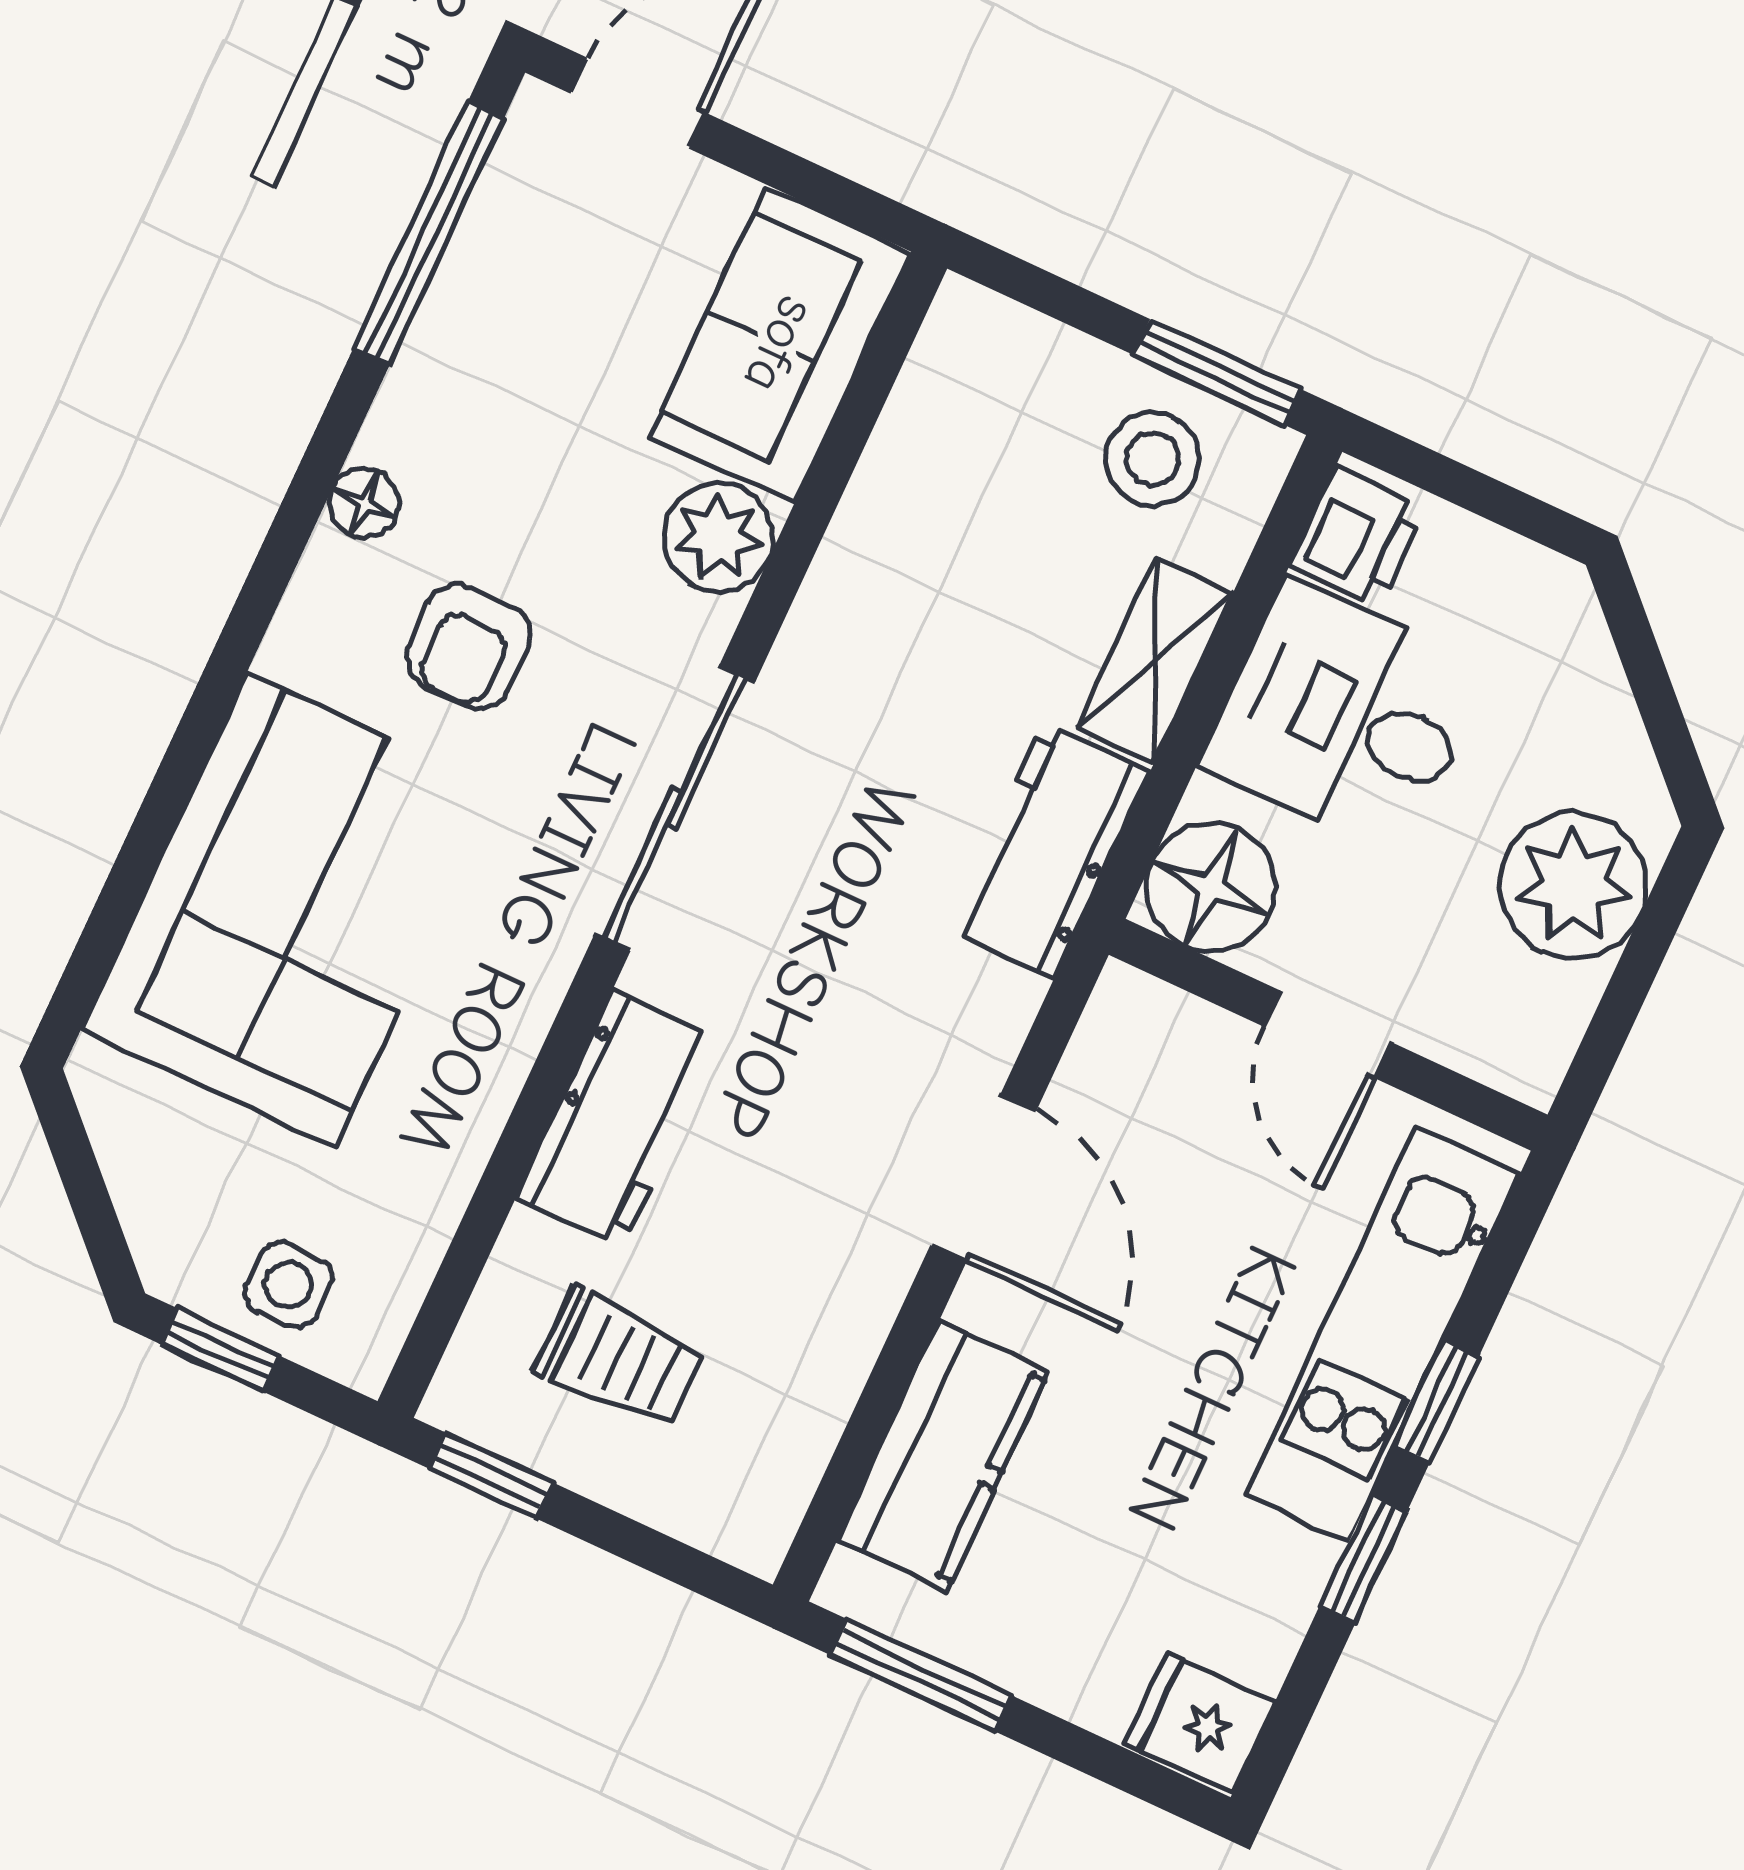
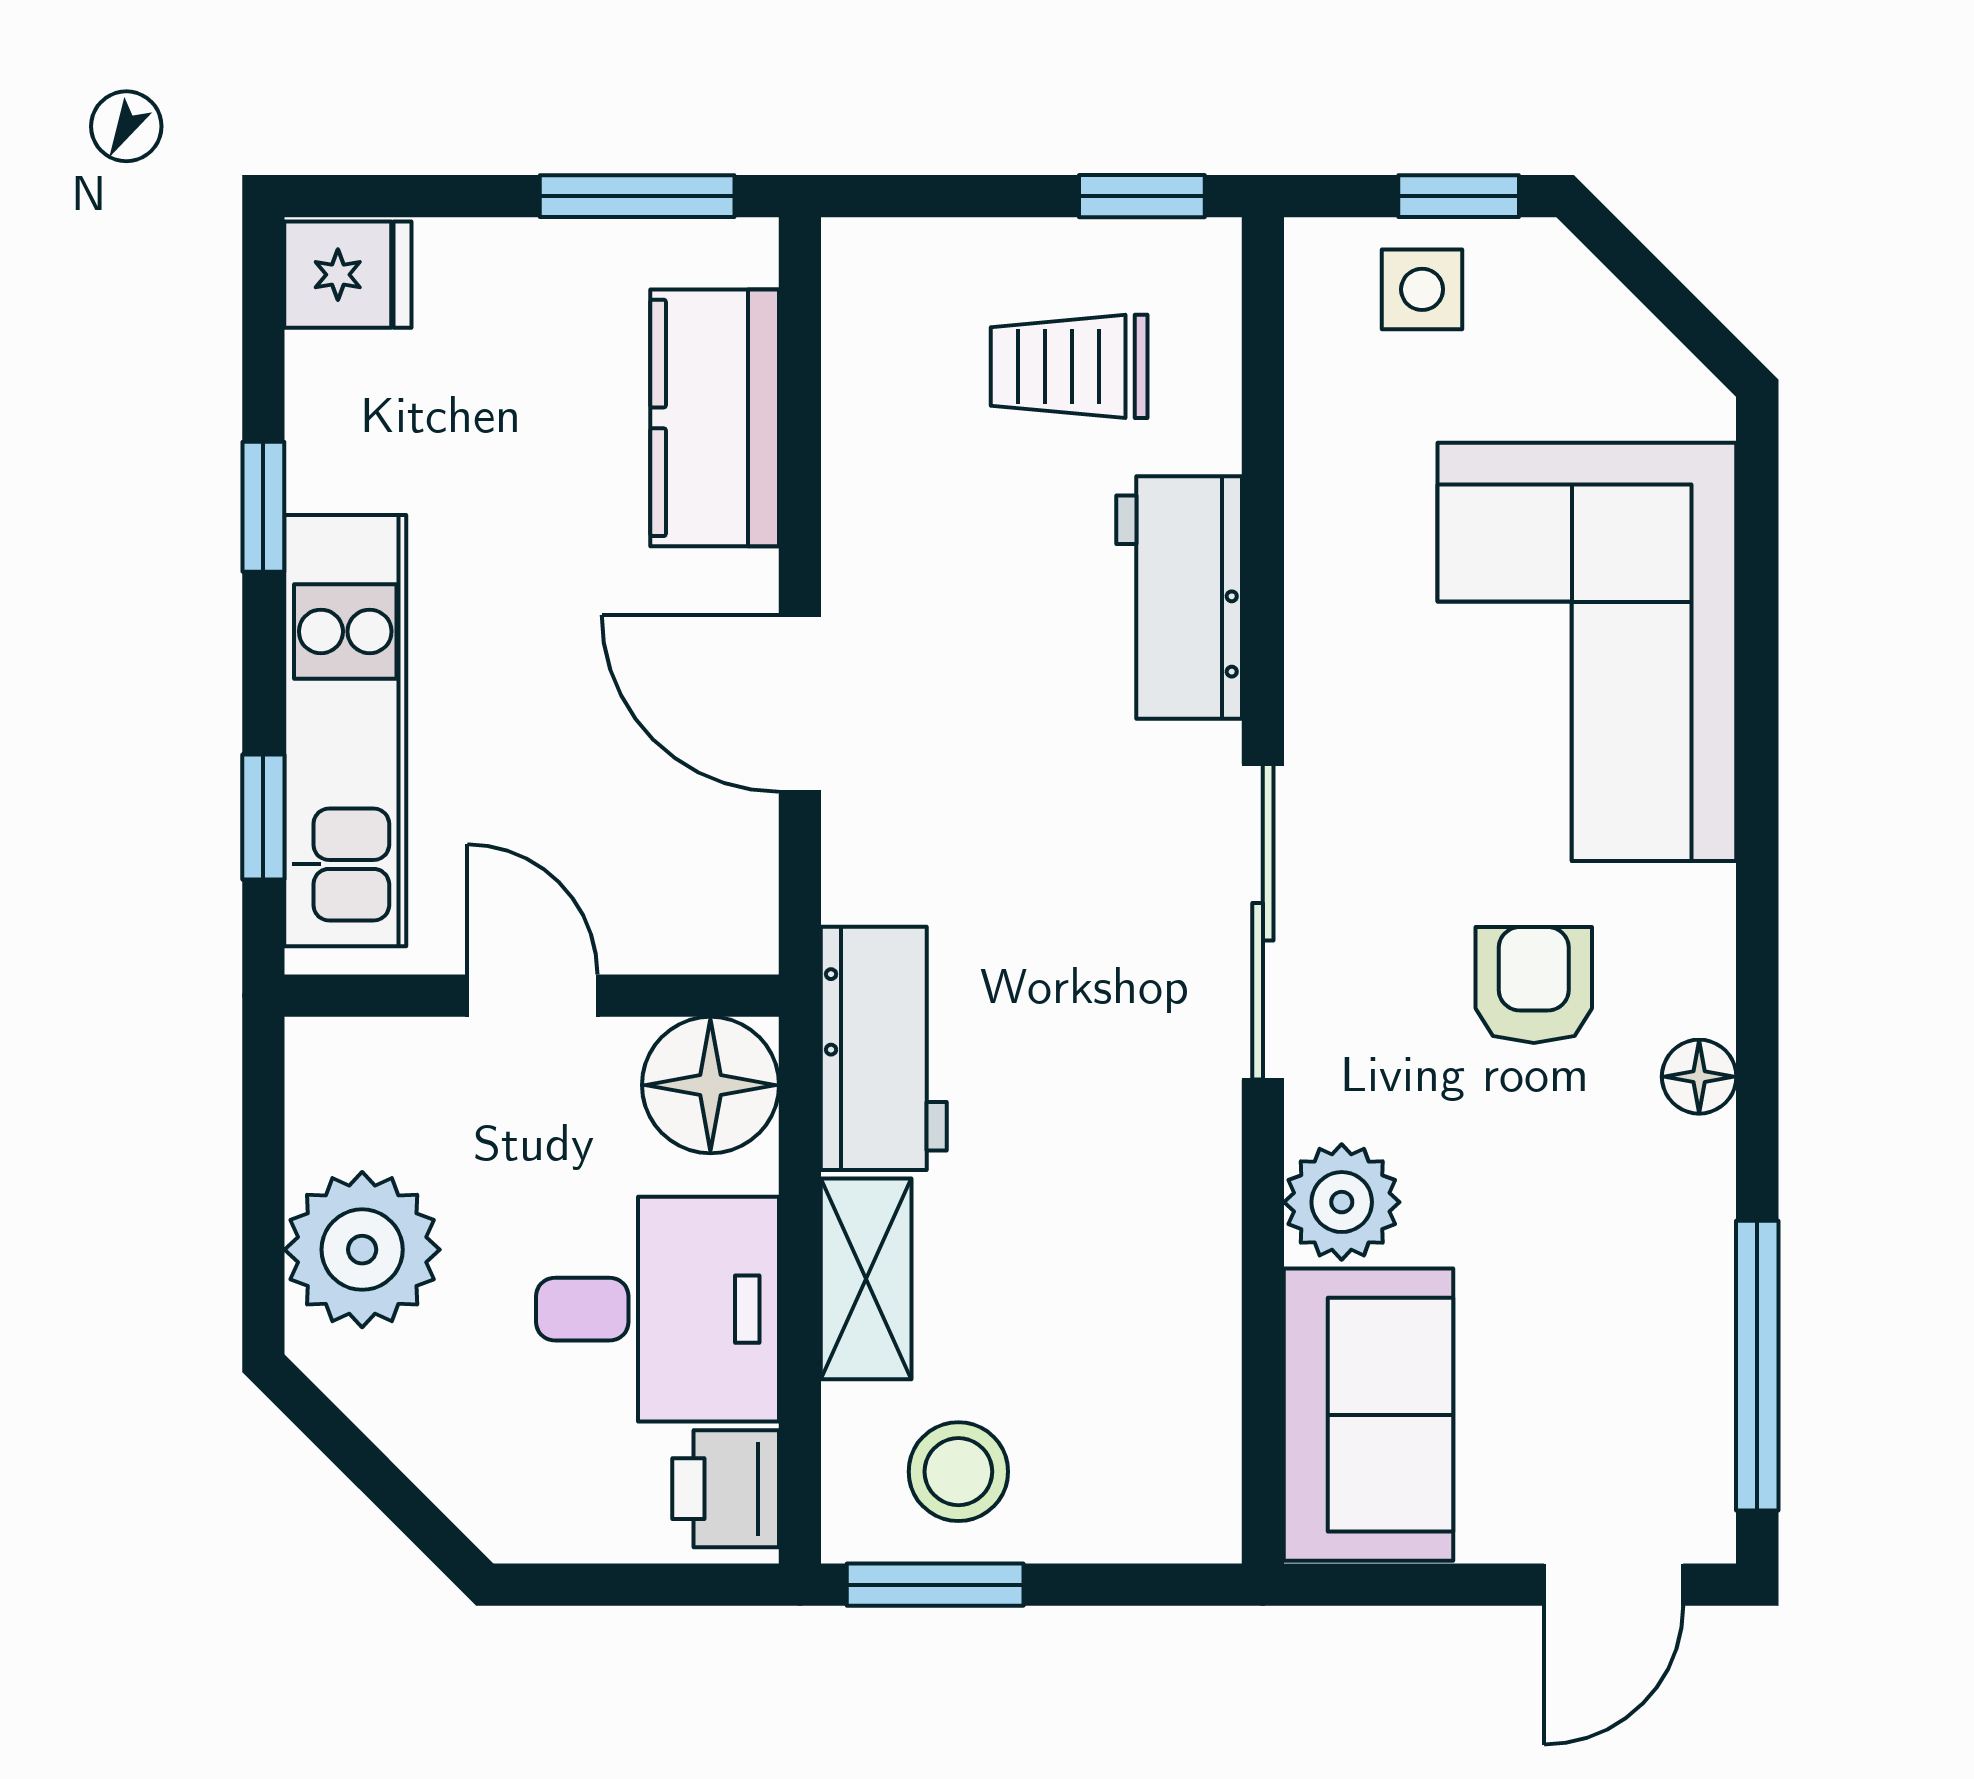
window: (1436, 1402) -> (263, 817), moved

